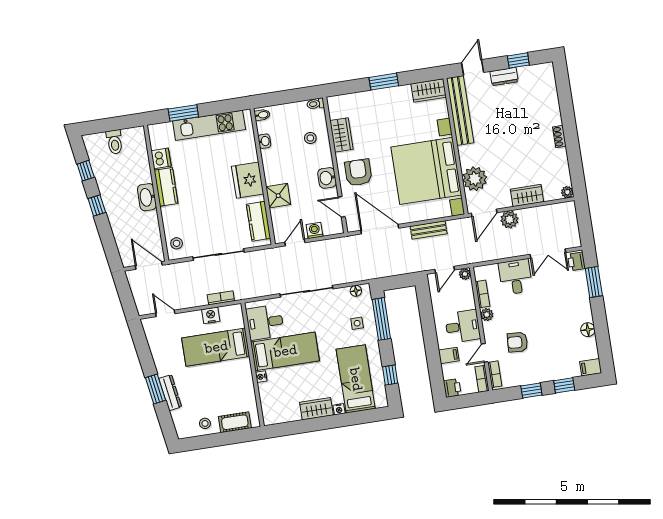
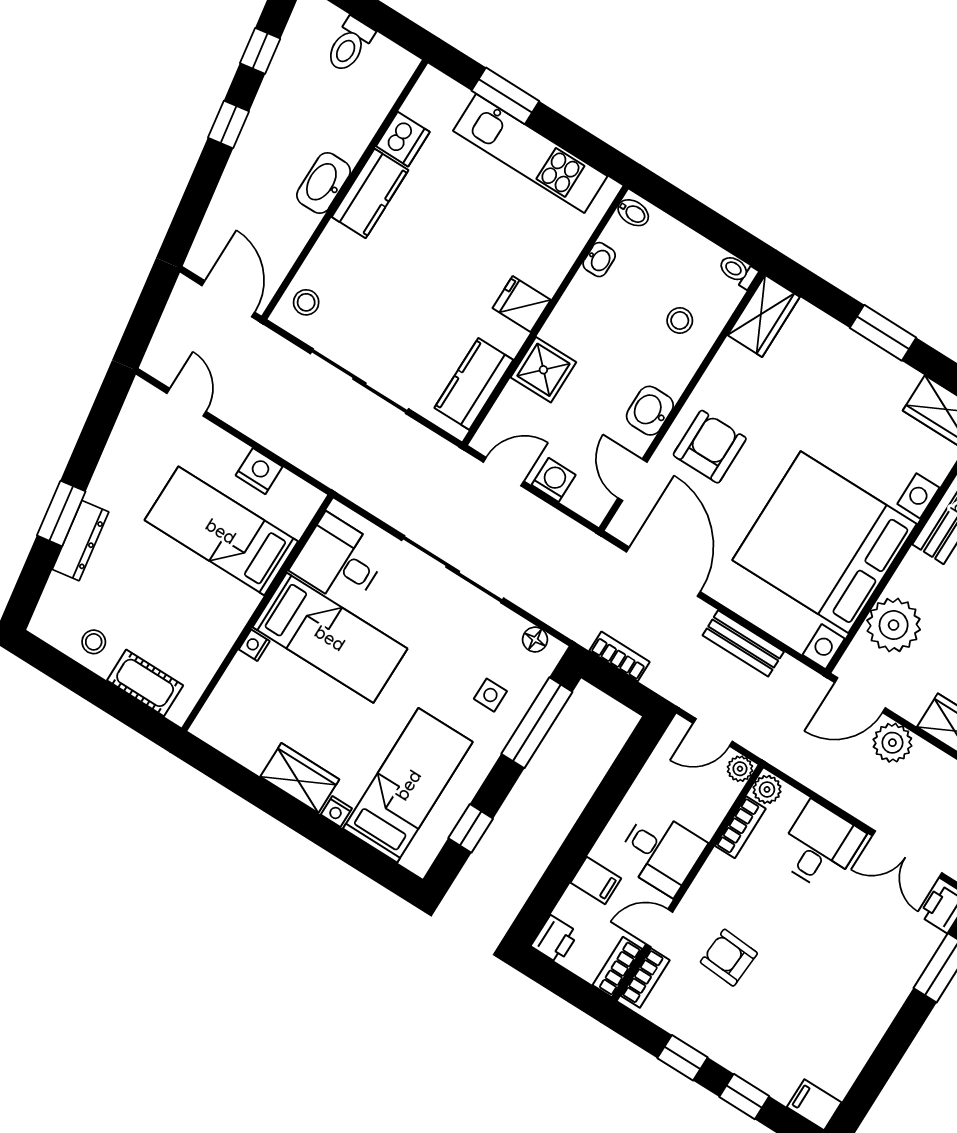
wardrobe: (341, 135) -> (764, 316), moved
fridge: (248, 180) -> (522, 304), width x0.53, depth x0.75
bookcase: (221, 298) -> (620, 656), moved
plant: (487, 315) -> (767, 789), moved
floor lamp: (588, 330) -> (864, 1038), removed

